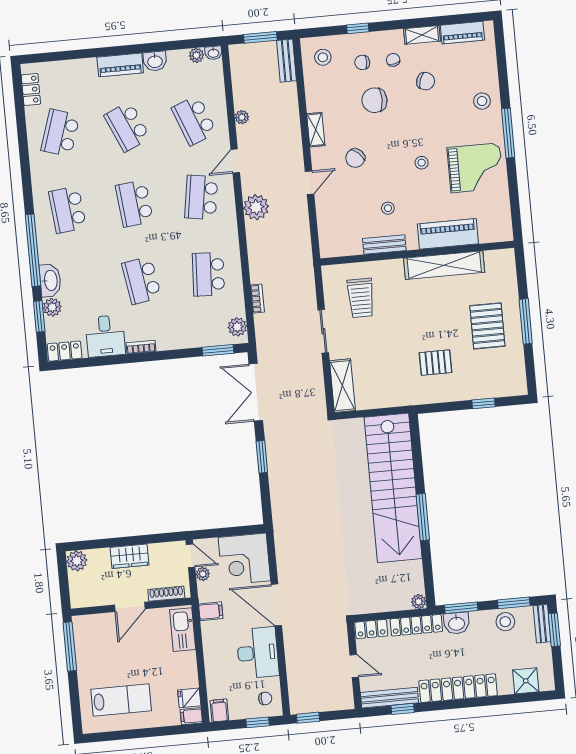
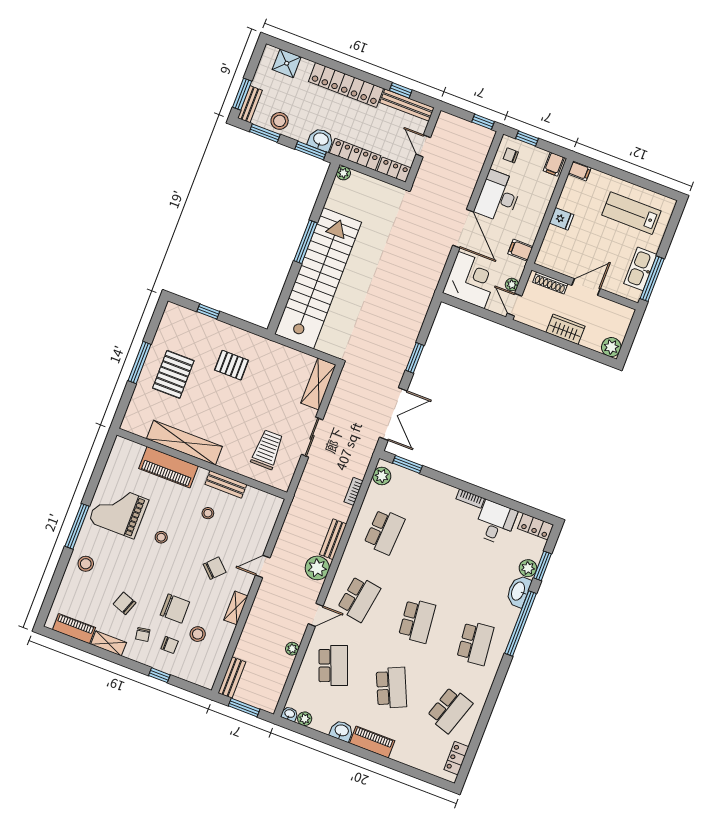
stool: (323, 57) -> (198, 634), moved
bench: (254, 243) -> (333, 539), added
school desk: (142, 280) -> (443, 554), removed
kitchen sink: (183, 630) -> (640, 269), moved, turned 180
fridge: (189, 698) -> (562, 219), moved

